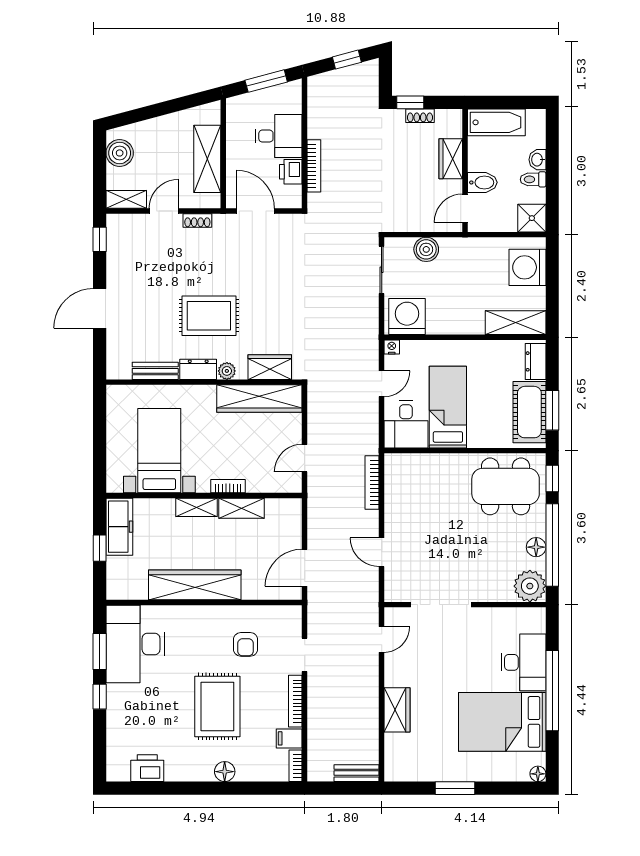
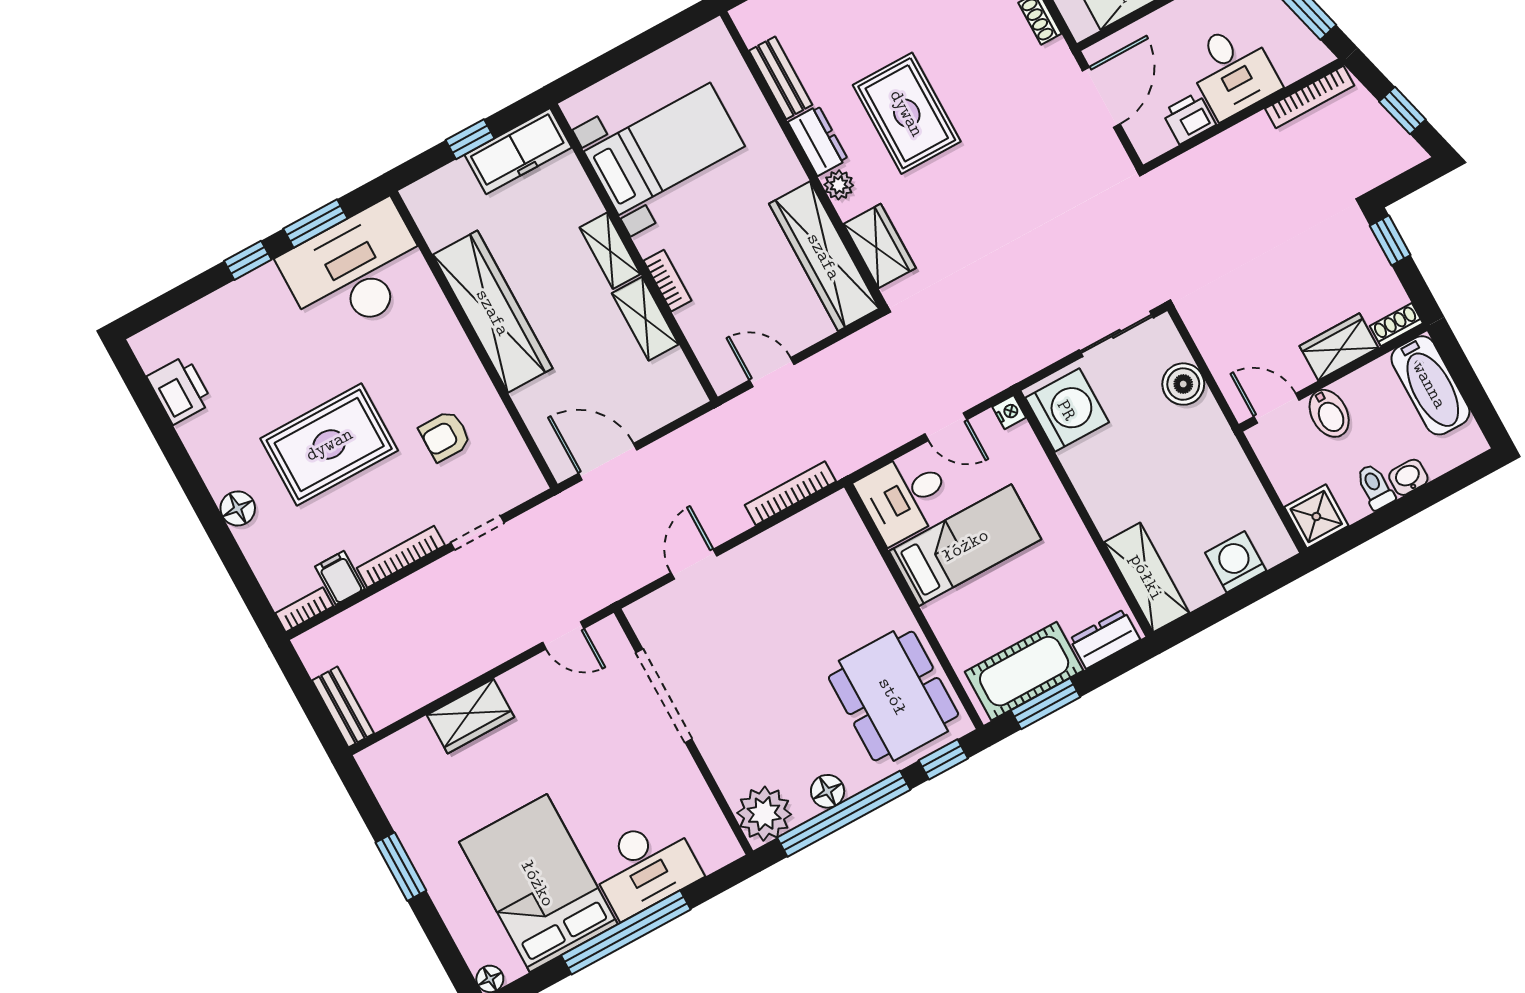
shoe rack: (420, 116) -> (1396, 325), moved, turned 90
bookcase: (314, 166) -> (1310, 97), moved
washing machine: (527, 267) -> (1236, 562), width x0.73, depth x0.73

